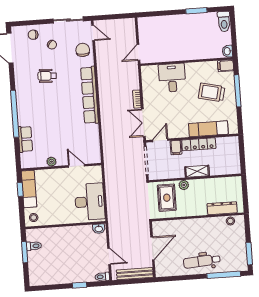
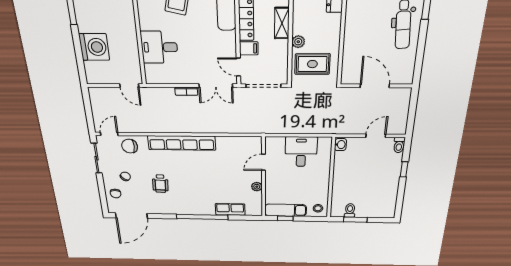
washing machine: (169, 26) -> (94, 47), added
desk: (90, 202) -> (301, 152), width x0.73
bench: (135, 274) -> (403, 109), removed

